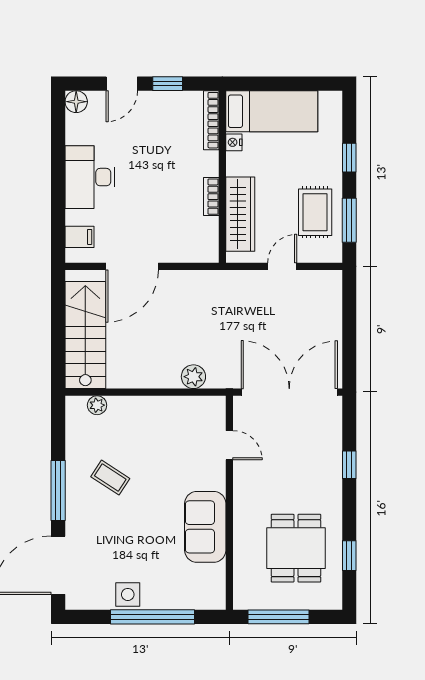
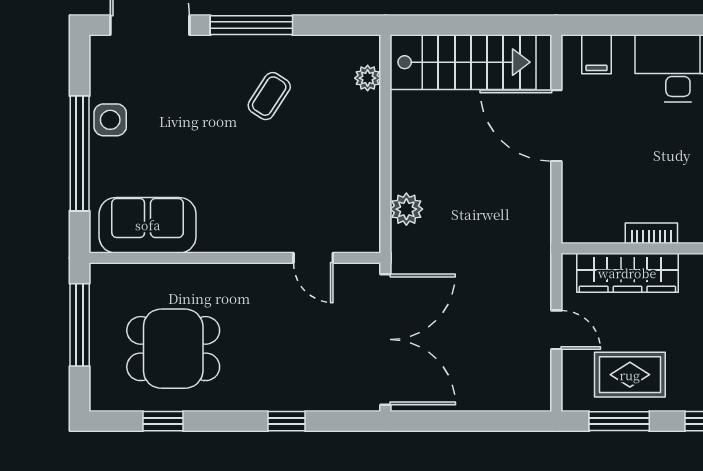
door: (229, 445) -> (313, 258), hinge flipped
sofa: (205, 527) -> (148, 225), moved

